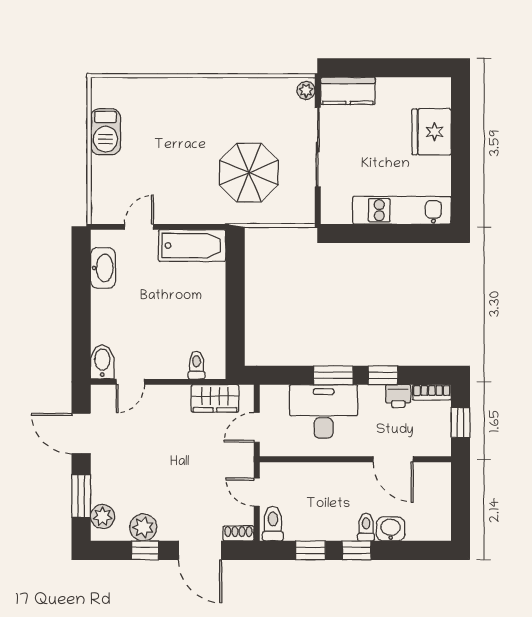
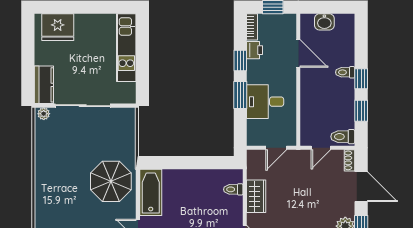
fridge: (432, 132) -> (58, 27), moved
parasol: (249, 173) -> (111, 181), moved
wardrobe: (215, 398) -> (256, 196), moved
desk: (324, 411) -> (265, 102), width x0.73
door: (257, 427) -> (276, 148), hinge flipped
door: (393, 459) -> (298, 54), hinge flipped
washbasin: (391, 529) -> (324, 22), moved, turned -90
door: (200, 550) -> (361, 187), hinge flipped

